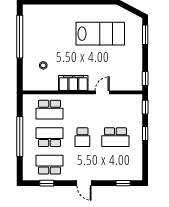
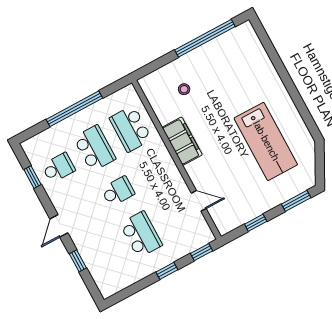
window: (145, 78) -> (256, 223), moved
door: (102, 92) -> (199, 201), moved
school desk: (82, 137) -> (118, 191), turned 180
school desk: (115, 137) -> (141, 234), turned 180
school desk: (50, 165) -> (59, 168), width x0.54
window: (123, 183) -> (78, 261), moved

